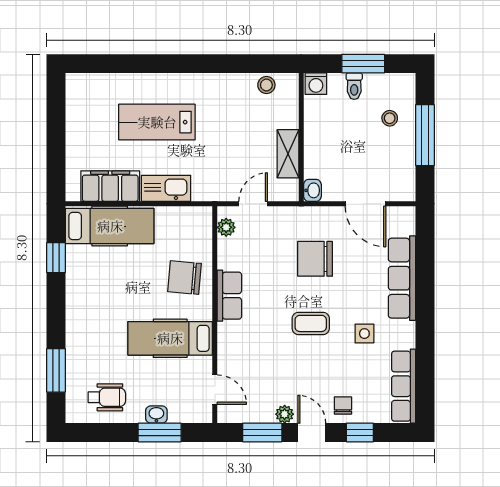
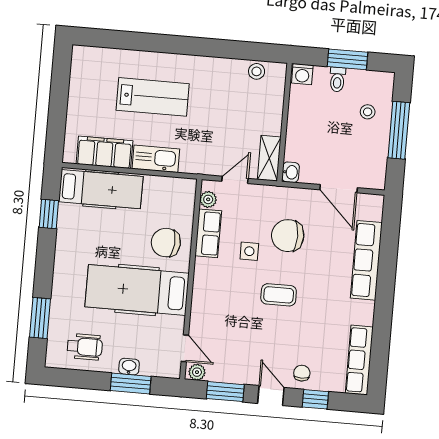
lab bench: (157, 122) -> (153, 97), turned 180
shelving: (288, 154) -> (269, 158), moved
row of seats: (229, 296) -> (208, 233), moved
side table: (364, 334) -> (249, 251), moved
hospital bed: (170, 338) -> (137, 290), width x1.37, depth x1.29
plant: (285, 414) -> (197, 372), moved

